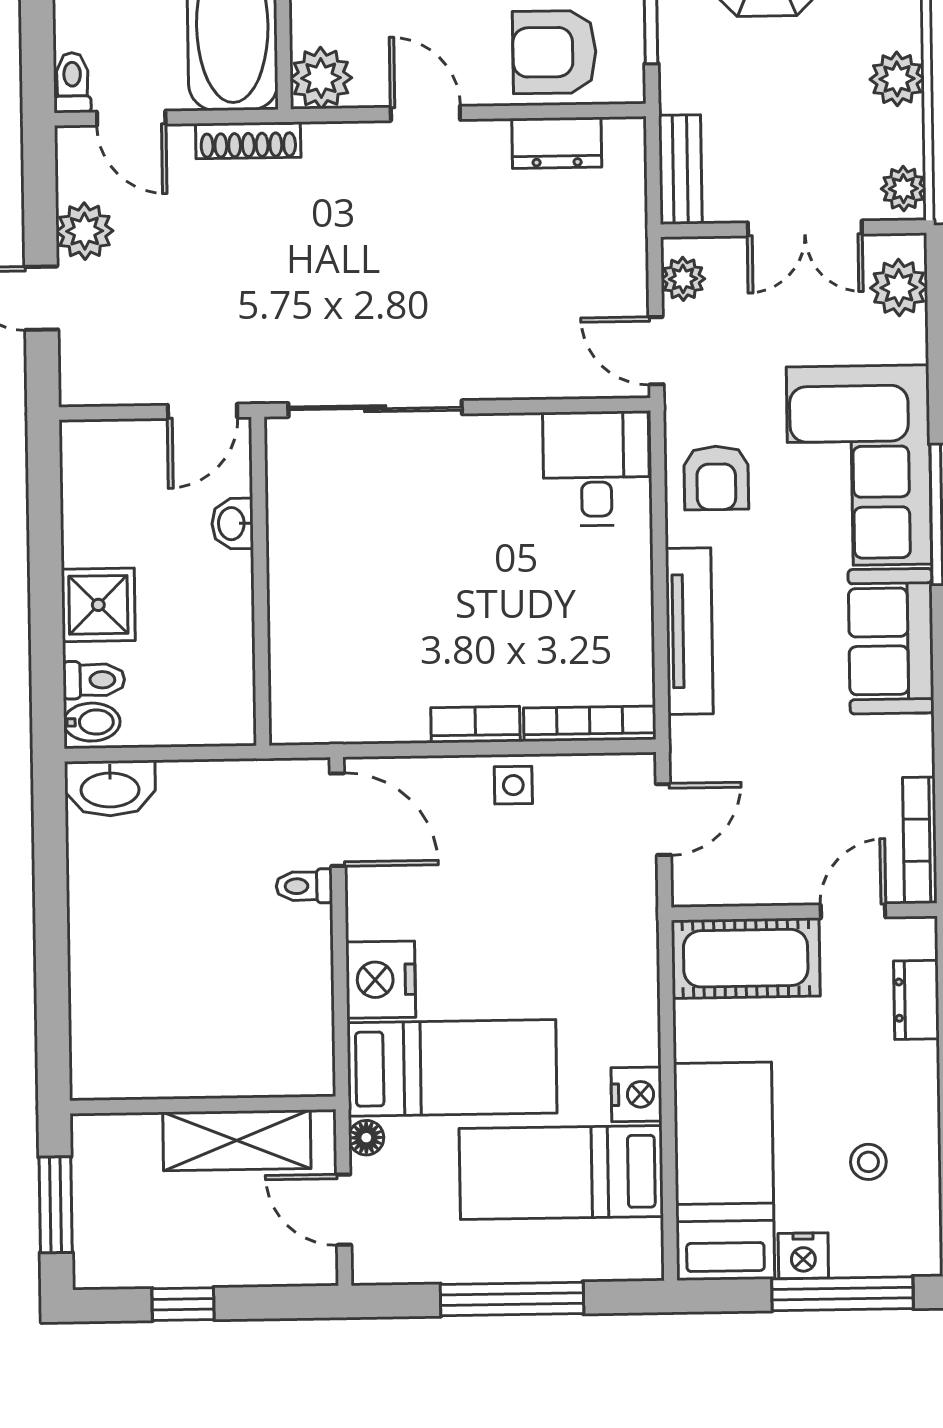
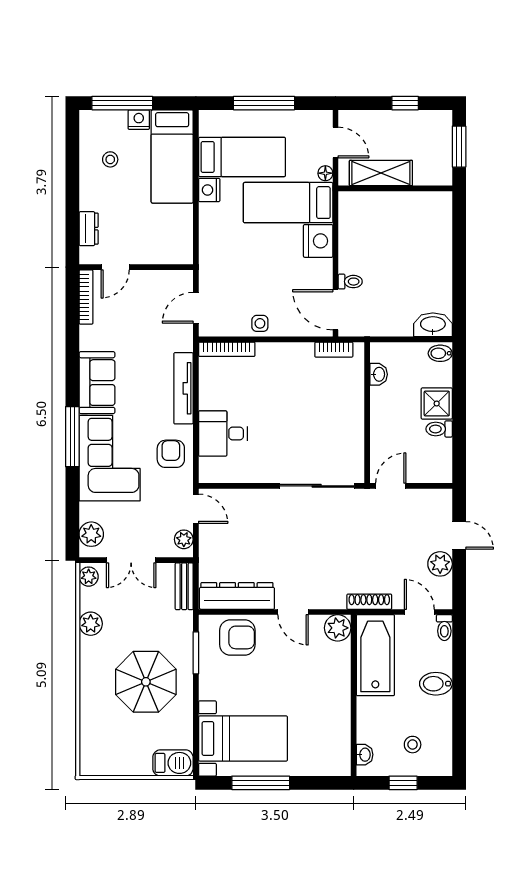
dresser: (557, 143) -> (237, 596), width x1.96, depth x1.24
double door: (805, 228) -> (131, 560), swing flipped
desk: (596, 468) -> (223, 434), moved, turned 90
washbasin: (233, 524) -> (379, 374), moved
toilet: (94, 680) -> (439, 429), moved
bookcase: (475, 725) -> (334, 350), moved
cot: (746, 958) -> (161, 248), removed

